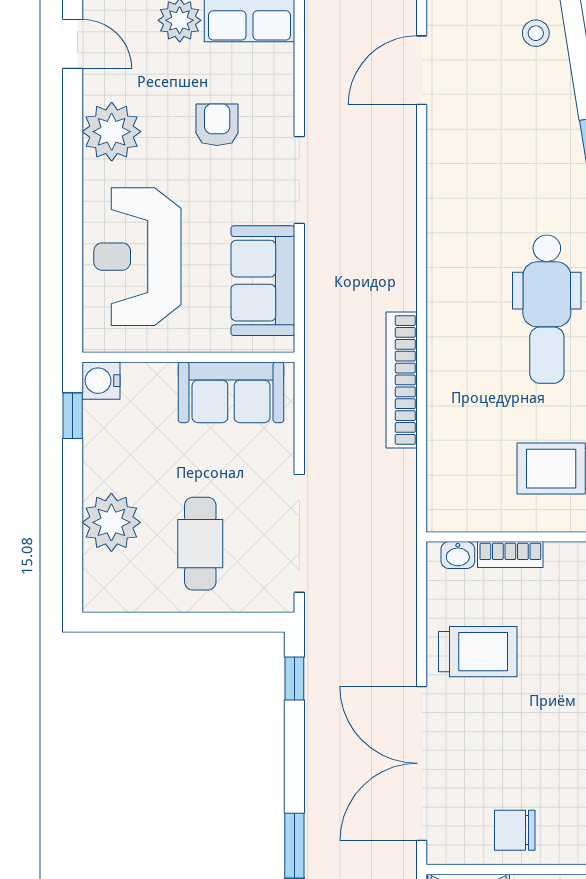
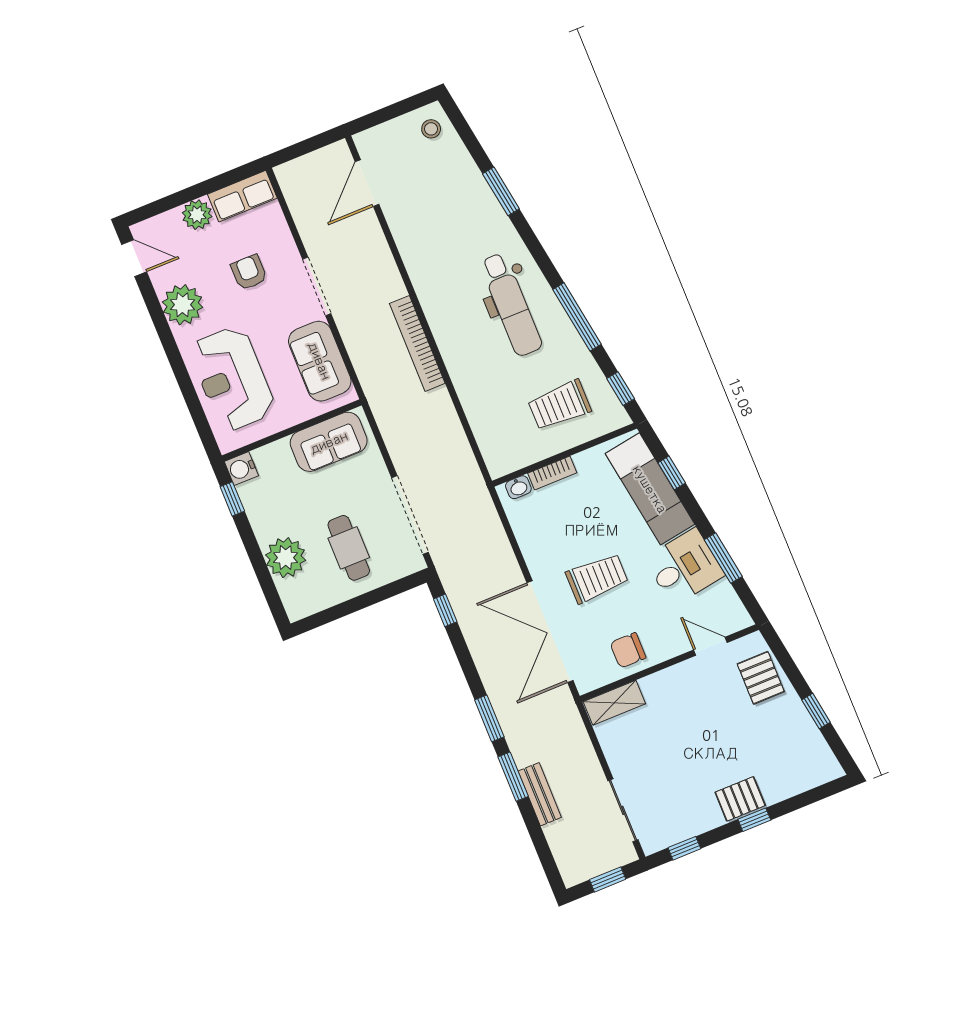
bookcase: (402, 380) -> (417, 343), moved
trolley: (478, 652) -> (597, 578), moved

